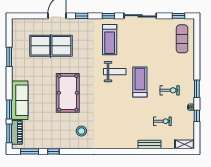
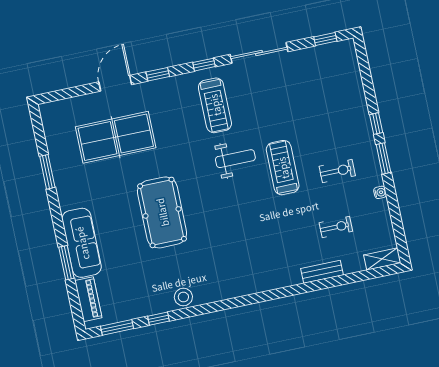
exercise mat: (182, 39) -> (340, 77), removed
window: (197, 116) -> (376, 124), moved
stool: (81, 131) -> (183, 297), moved
window: (9, 133) -> (75, 304), removed

